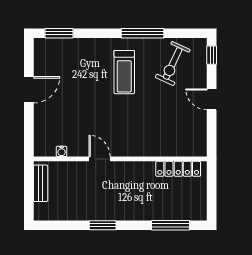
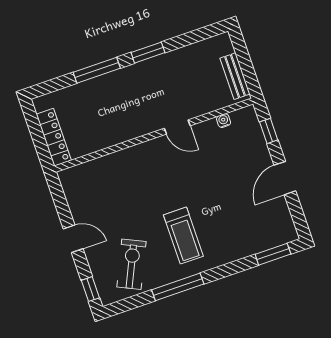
treadmill: (124, 72) -> (183, 236), turned 180
window: (29, 131) -> (269, 131), added
locker: (178, 169) -> (54, 137), moved, turned 90
window: (170, 225) -> (97, 70), moved

